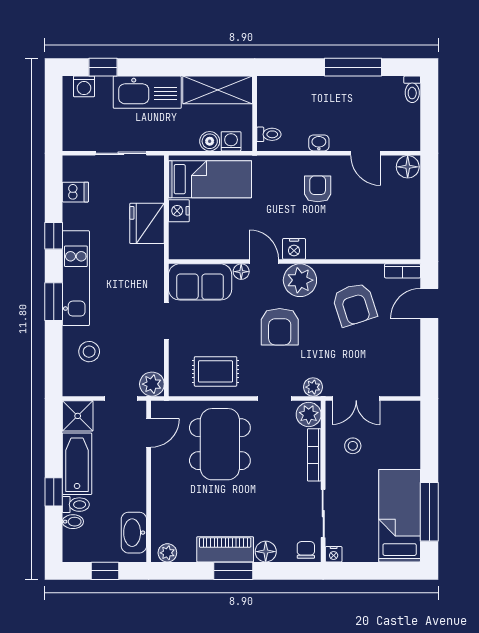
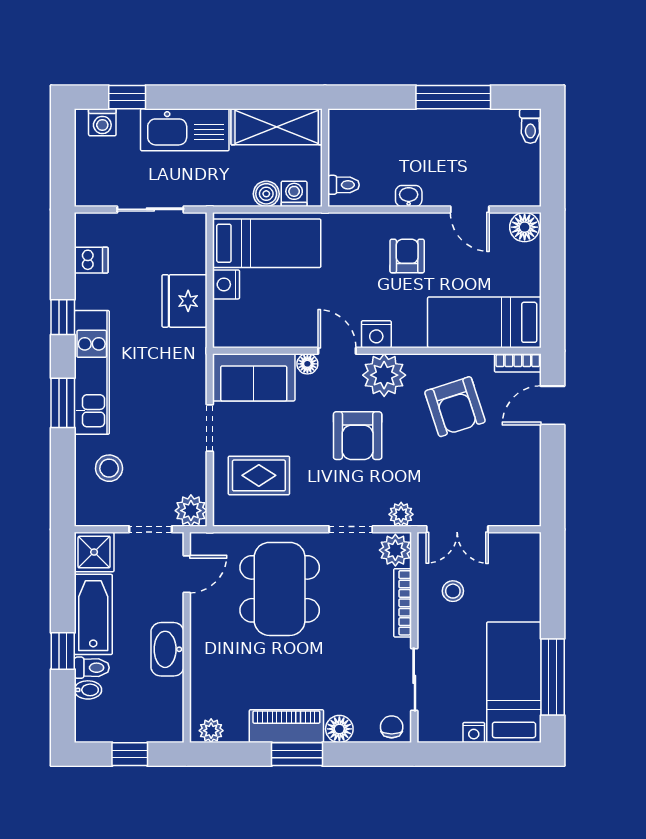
bed: (377, 240) -> (484, 322), added
rug: (216, 371) -> (259, 475), moved
washbasin: (134, 533) -> (167, 649), moved
nightstand: (334, 554) -> (474, 732), moved

